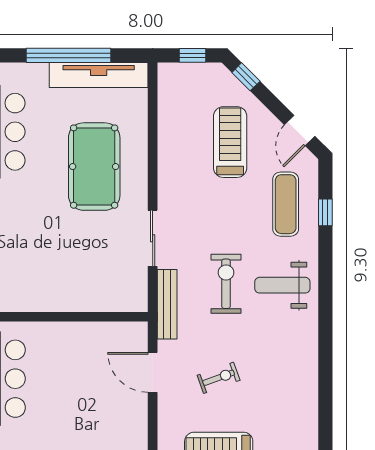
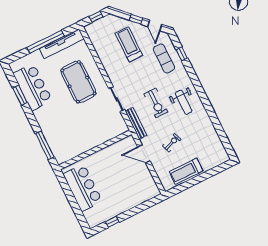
window: (246, 77) -> (136, 19), moved
exercise bike: (226, 284) -> (156, 103), turned 180
weight bench: (282, 285) -> (184, 102), moved, turned -90

